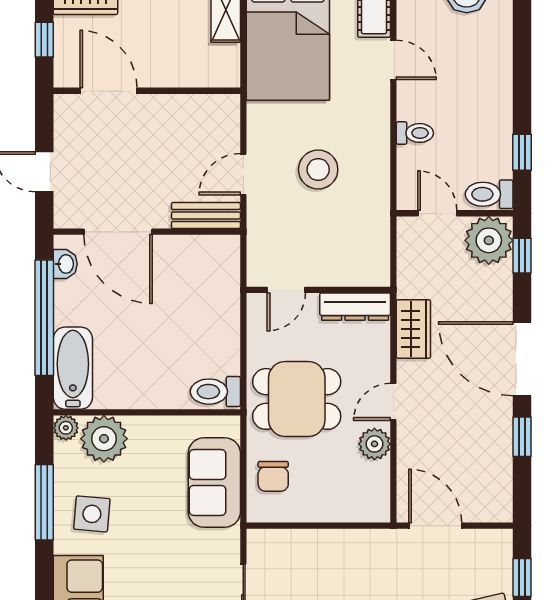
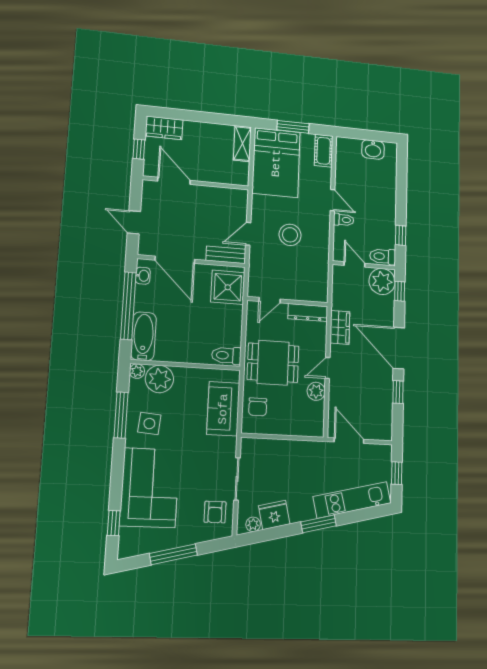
door: (393, 60) -> (332, 200), moved
shower: (212, 273) -> (228, 287), added

